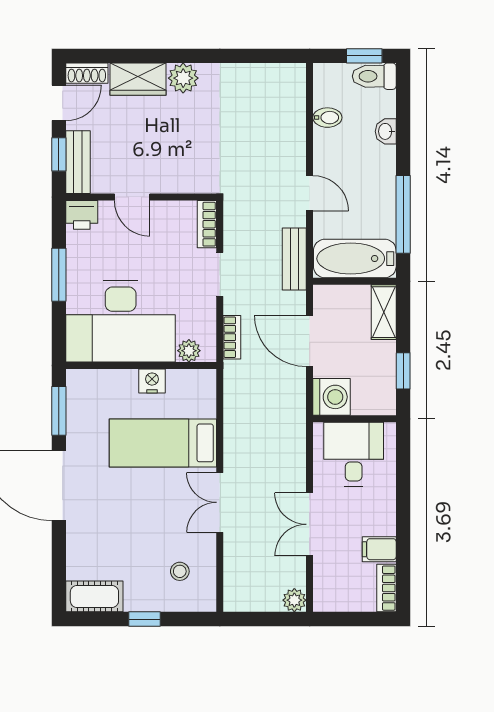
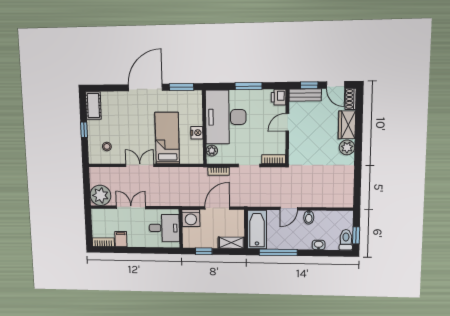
bidet: (327, 118) -> (309, 217), moved
bench: (294, 259) -> (257, 201), removed
plant: (294, 600) -> (100, 195), width x1.87, depth x1.87

